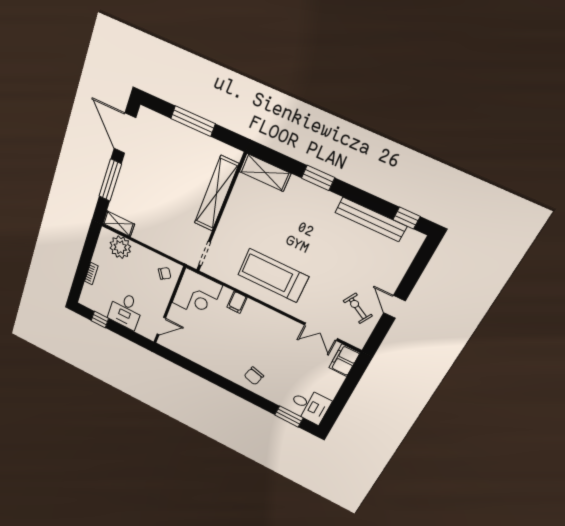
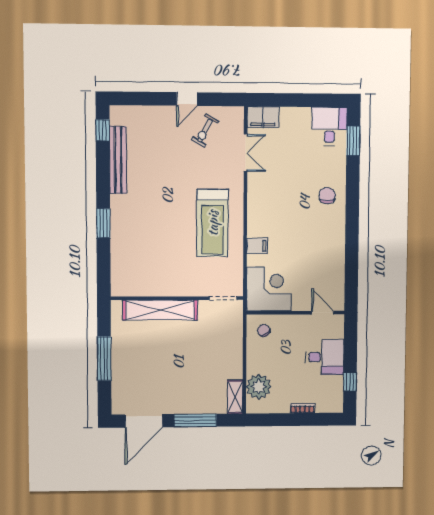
shelving: (265, 172) -> (120, 273), removed
chair: (254, 376) -> (327, 196), turned -105

